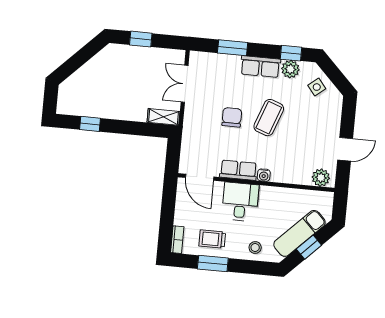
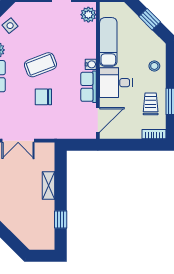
shelving: (163, 117) -> (49, 186), moved
coffee table: (269, 118) -> (40, 65), turned -41
exam couch: (299, 233) -> (108, 42), moved, turned -135
trolley: (212, 239) -> (151, 104), turned 180

